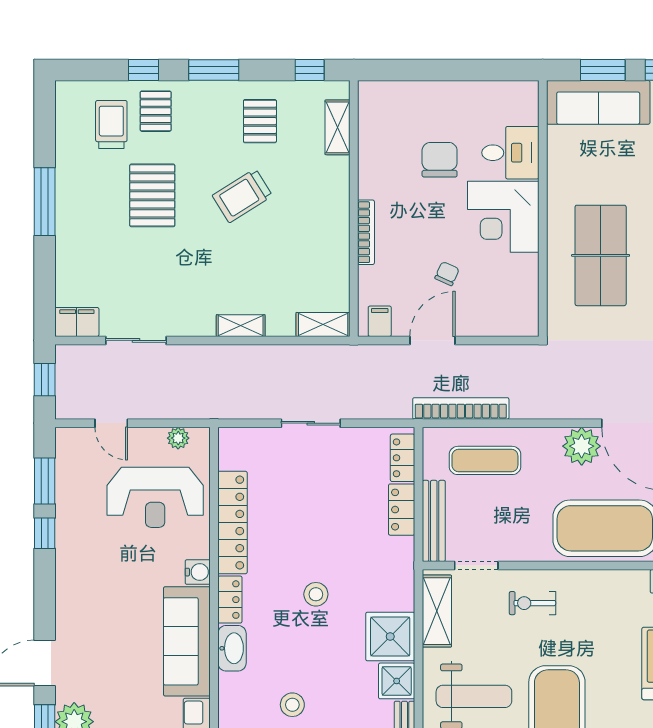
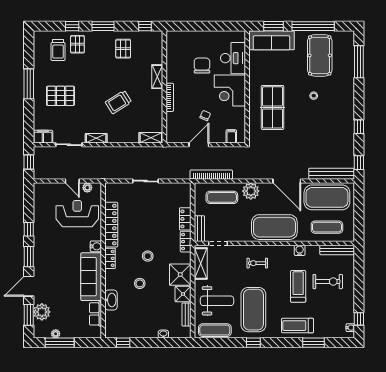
trolley: (111, 124) -> (58, 50), turned 180
shelving: (338, 127) -> (157, 77), moved
desk: (510, 153) -> (233, 58), width x1.37
pallet: (152, 195) -> (60, 96), moved, turned 90
trolley: (242, 196) -> (118, 102), moved
filing cabinet: (380, 321) -> (231, 136), moved
shelving: (241, 326) -> (96, 138), moved
door: (111, 423) -> (72, 181), moved
plant: (582, 446) -> (251, 191), moved
locker: (403, 458) -> (186, 242), moved
window: (45, 481) -> (29, 257), moved
reception desk: (155, 497) -> (77, 214), turned 180
bench: (434, 521) -> (199, 229), width x0.73
exercise bike: (532, 603) -> (257, 263), moved
washbasin: (232, 648) -> (111, 300), moved
stool: (292, 705) -> (140, 283), moved

